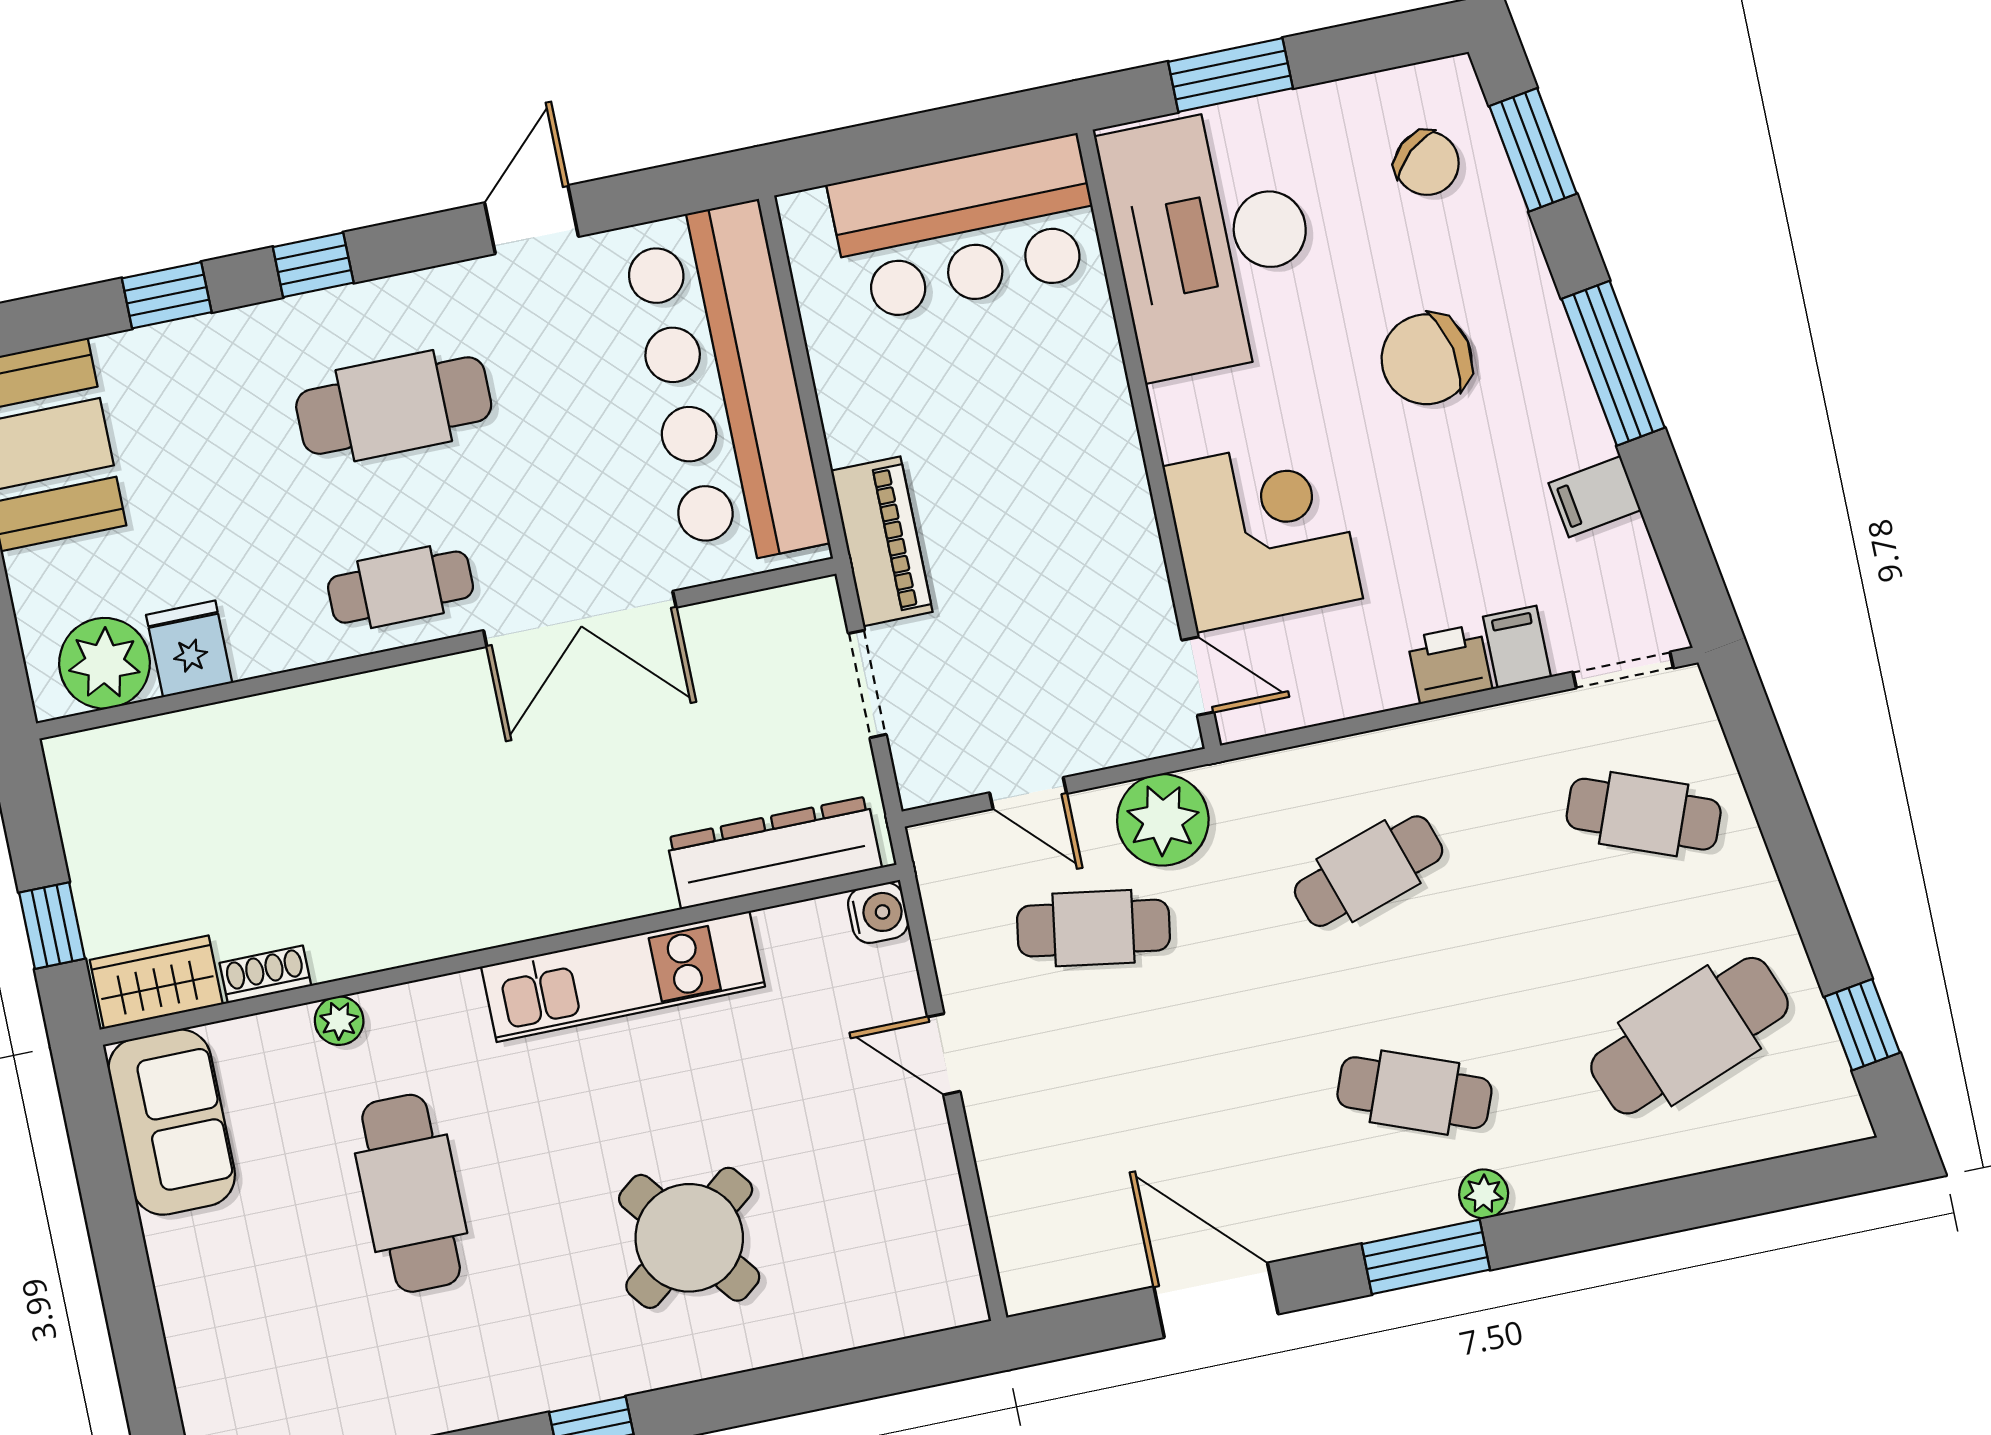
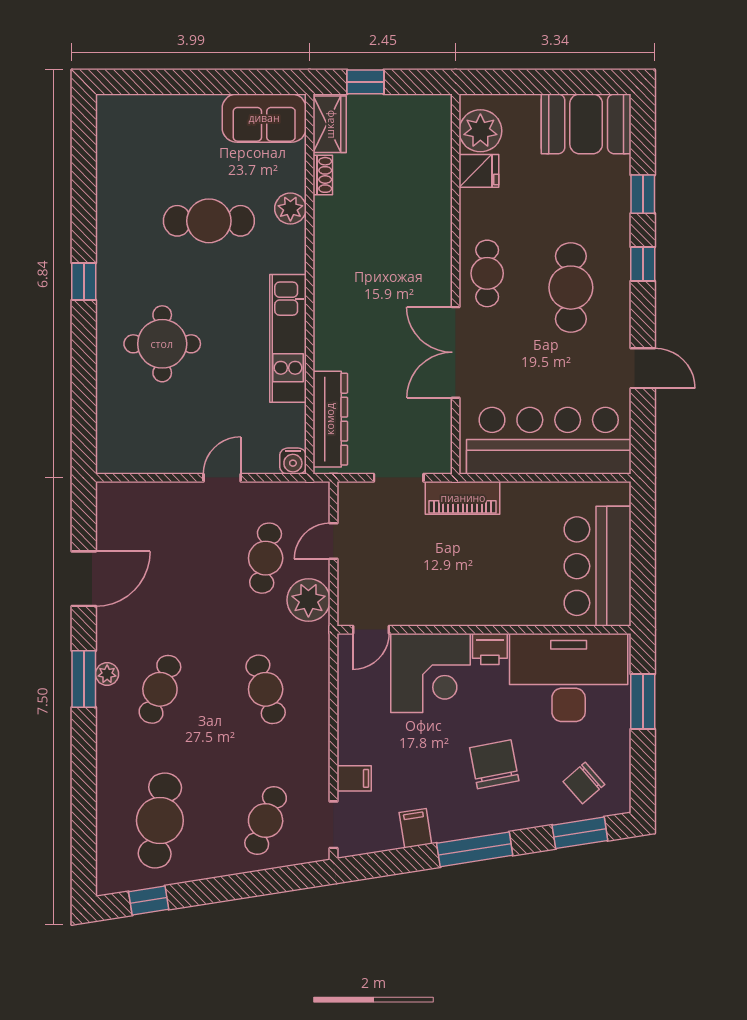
printer: (1450, 664) -> (490, 649), moved, turned 90
plant: (339, 1021) -> (290, 209), width x1.38, depth x1.38
cafe table: (1689, 1036) -> (160, 821), turned 30
plant: (1484, 1194) -> (107, 674), moved
round table: (689, 1238) -> (162, 344), turned 38

